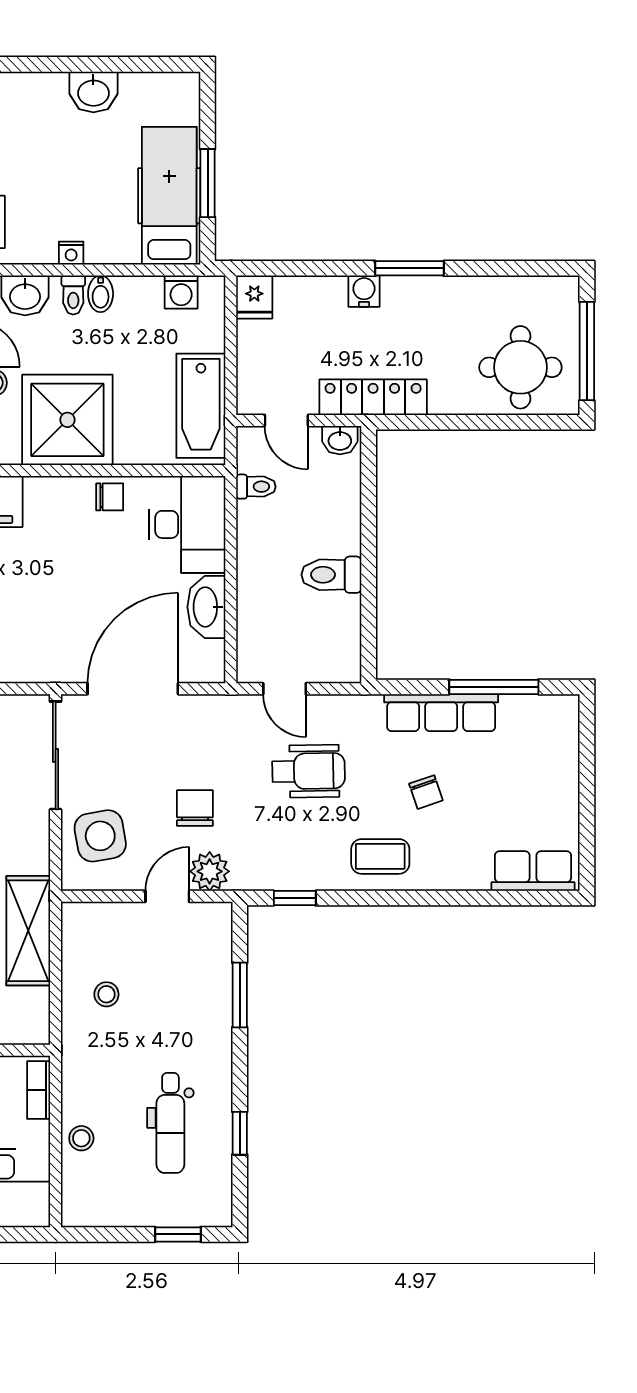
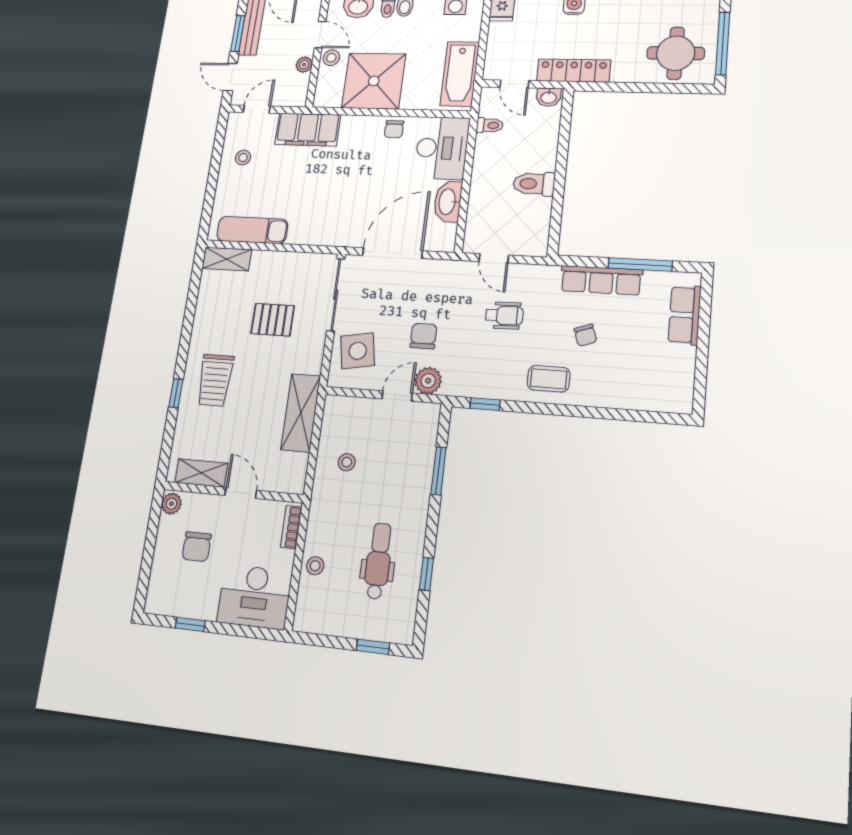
chair: (110, 497) -> (394, 129), turned 90
wheelchair: (309, 771) -> (504, 315), width x0.73, depth x0.73
row of seats: (533, 871) -> (685, 315), moved, turned -90
dental chair: (170, 1123) -> (378, 561), turned 180

